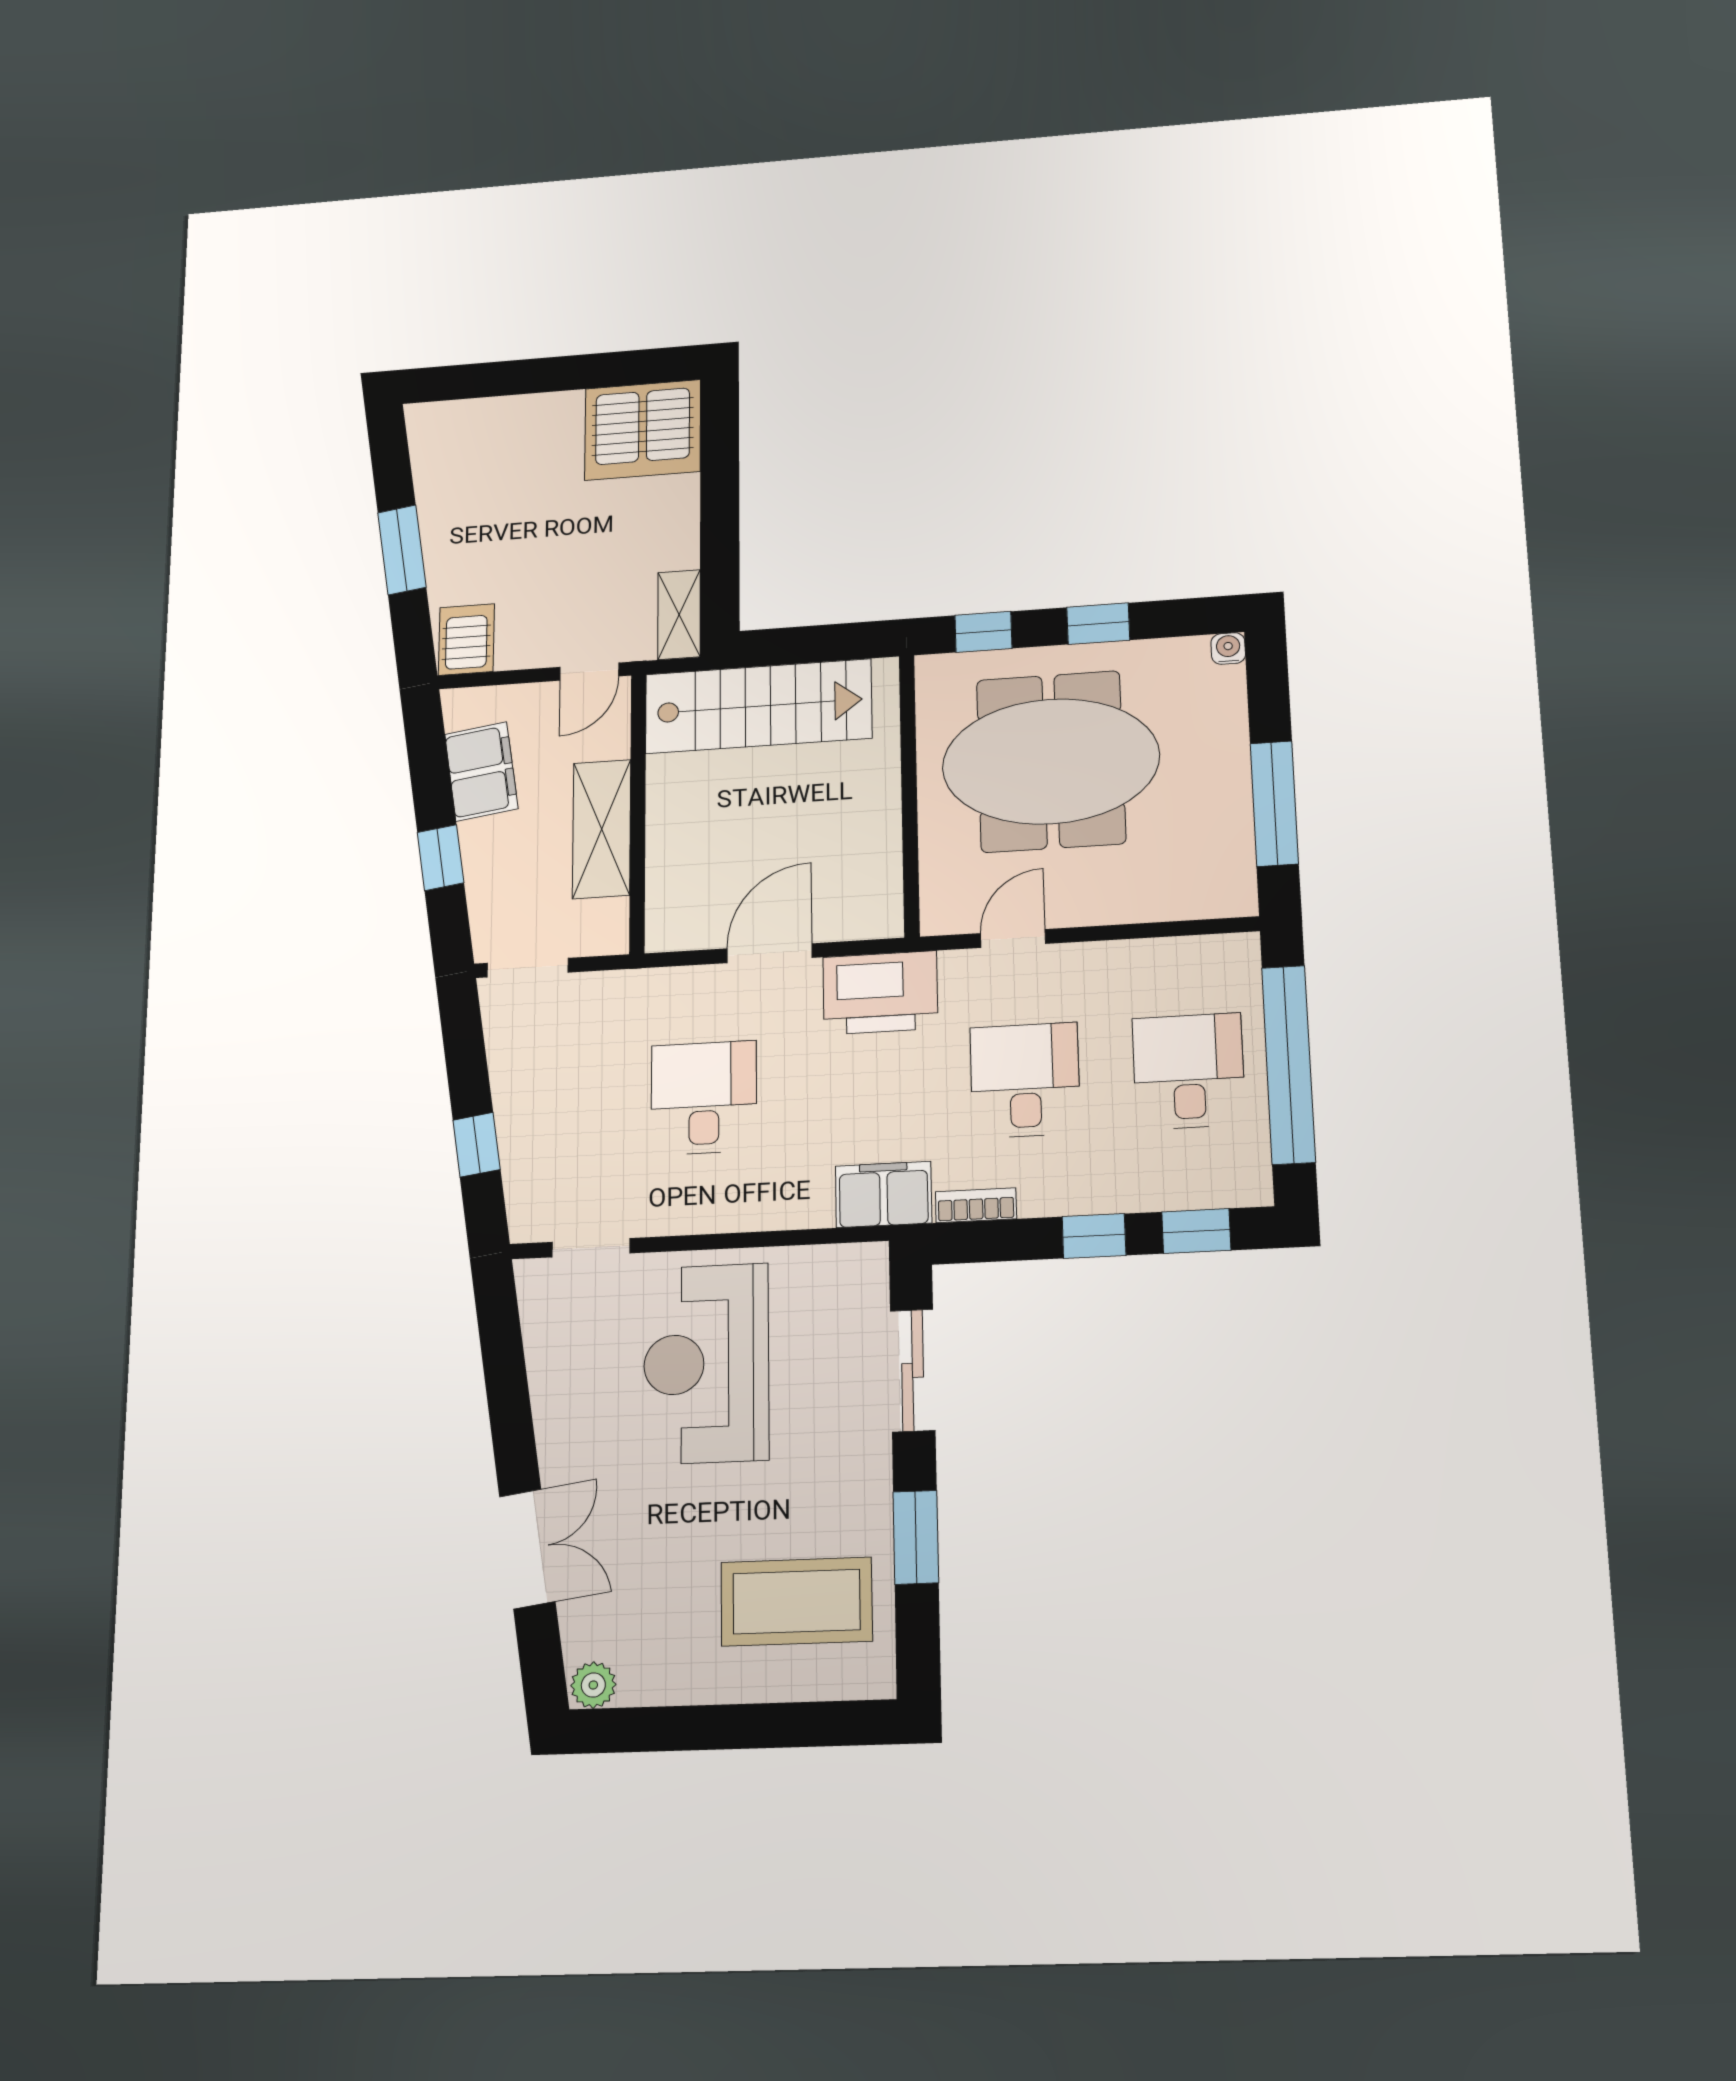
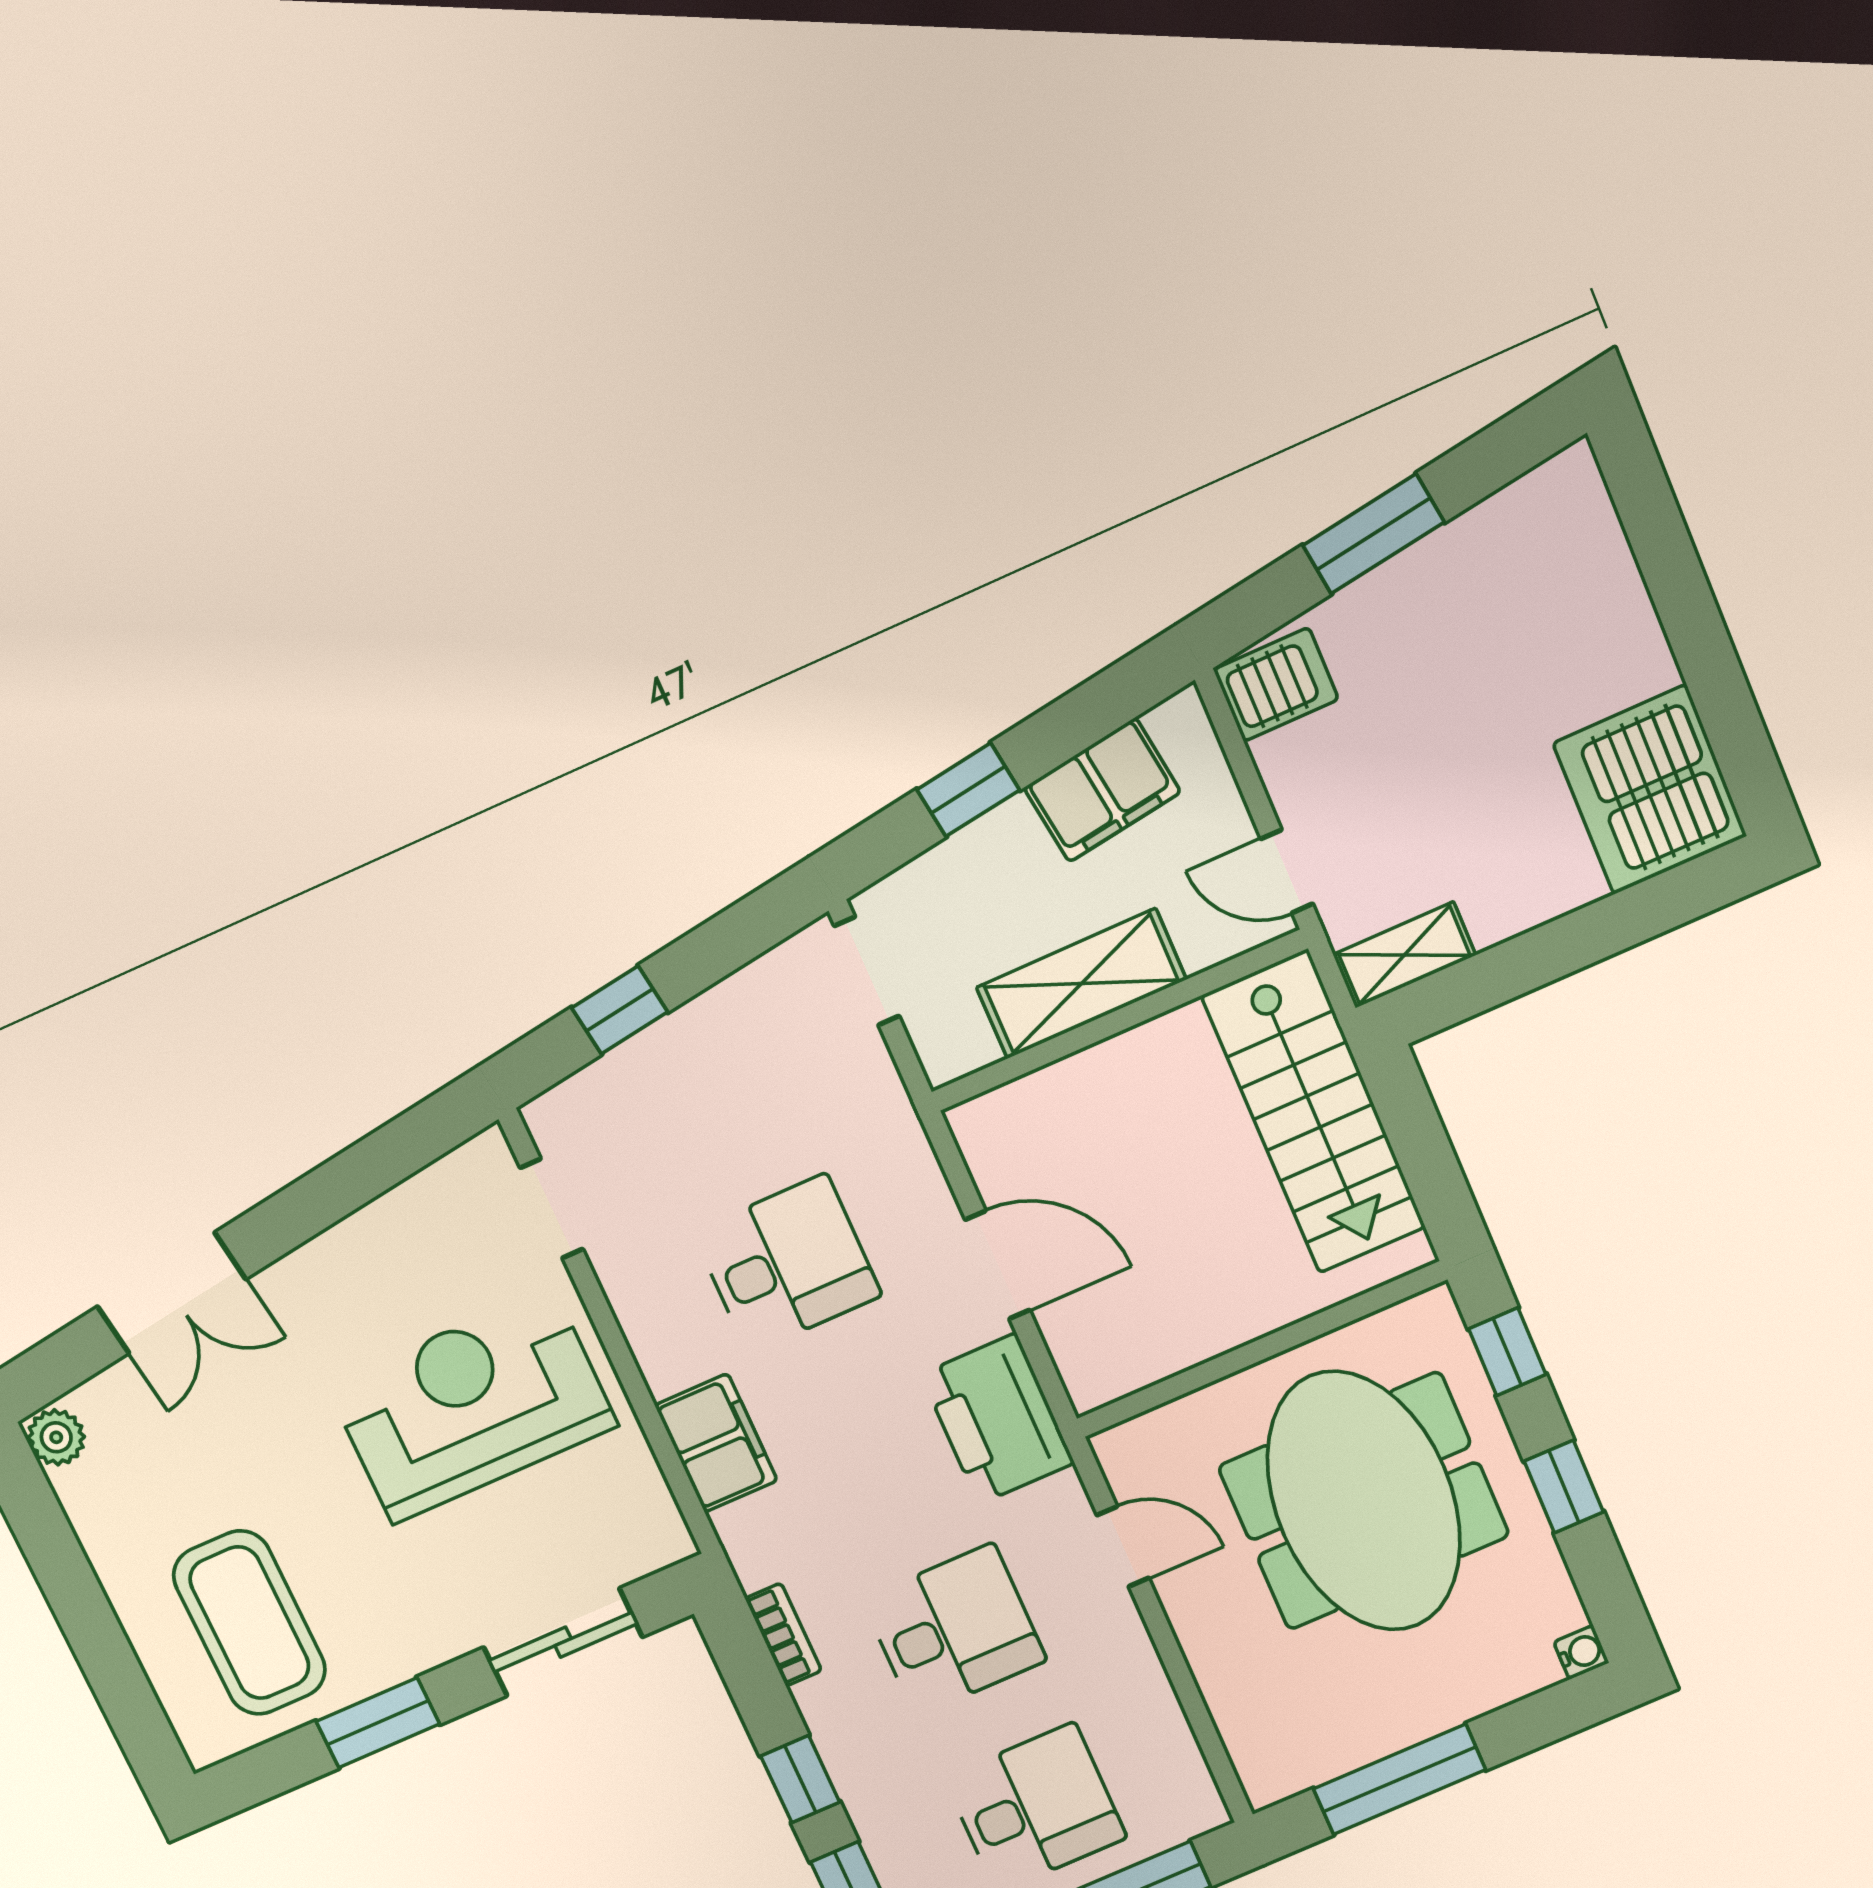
filing cabinet: (884, 1194) -> (716, 1443), moved

